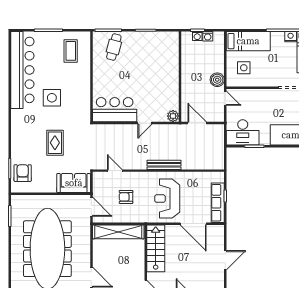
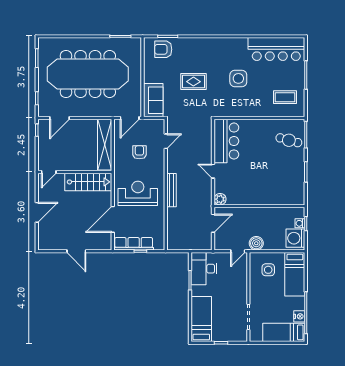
washing machine: (208, 36) -> (295, 238), width x1.89, depth x1.89
bar counter: (22, 70) -> (276, 49), width x0.73
armchair: (23, 173) -> (163, 49), turned 180

